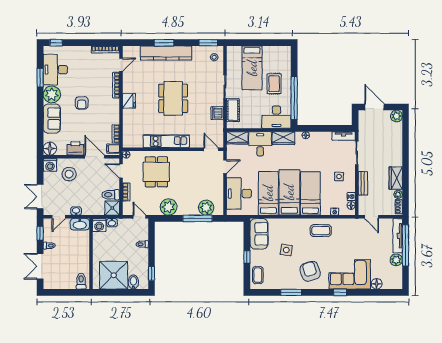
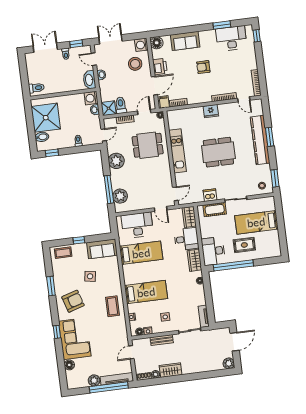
plant: (52, 94) -> (208, 38), removed
bed: (289, 192) -> (144, 272), removed

